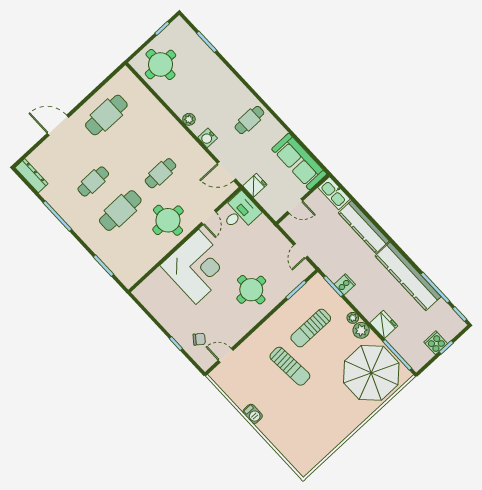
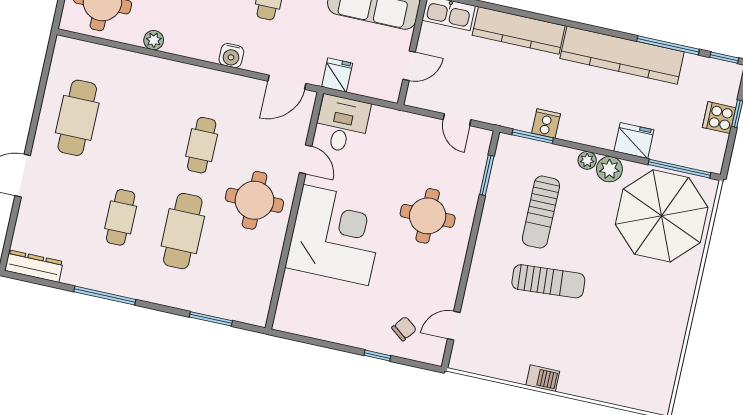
plant: (189, 119) -> (154, 40), moved

